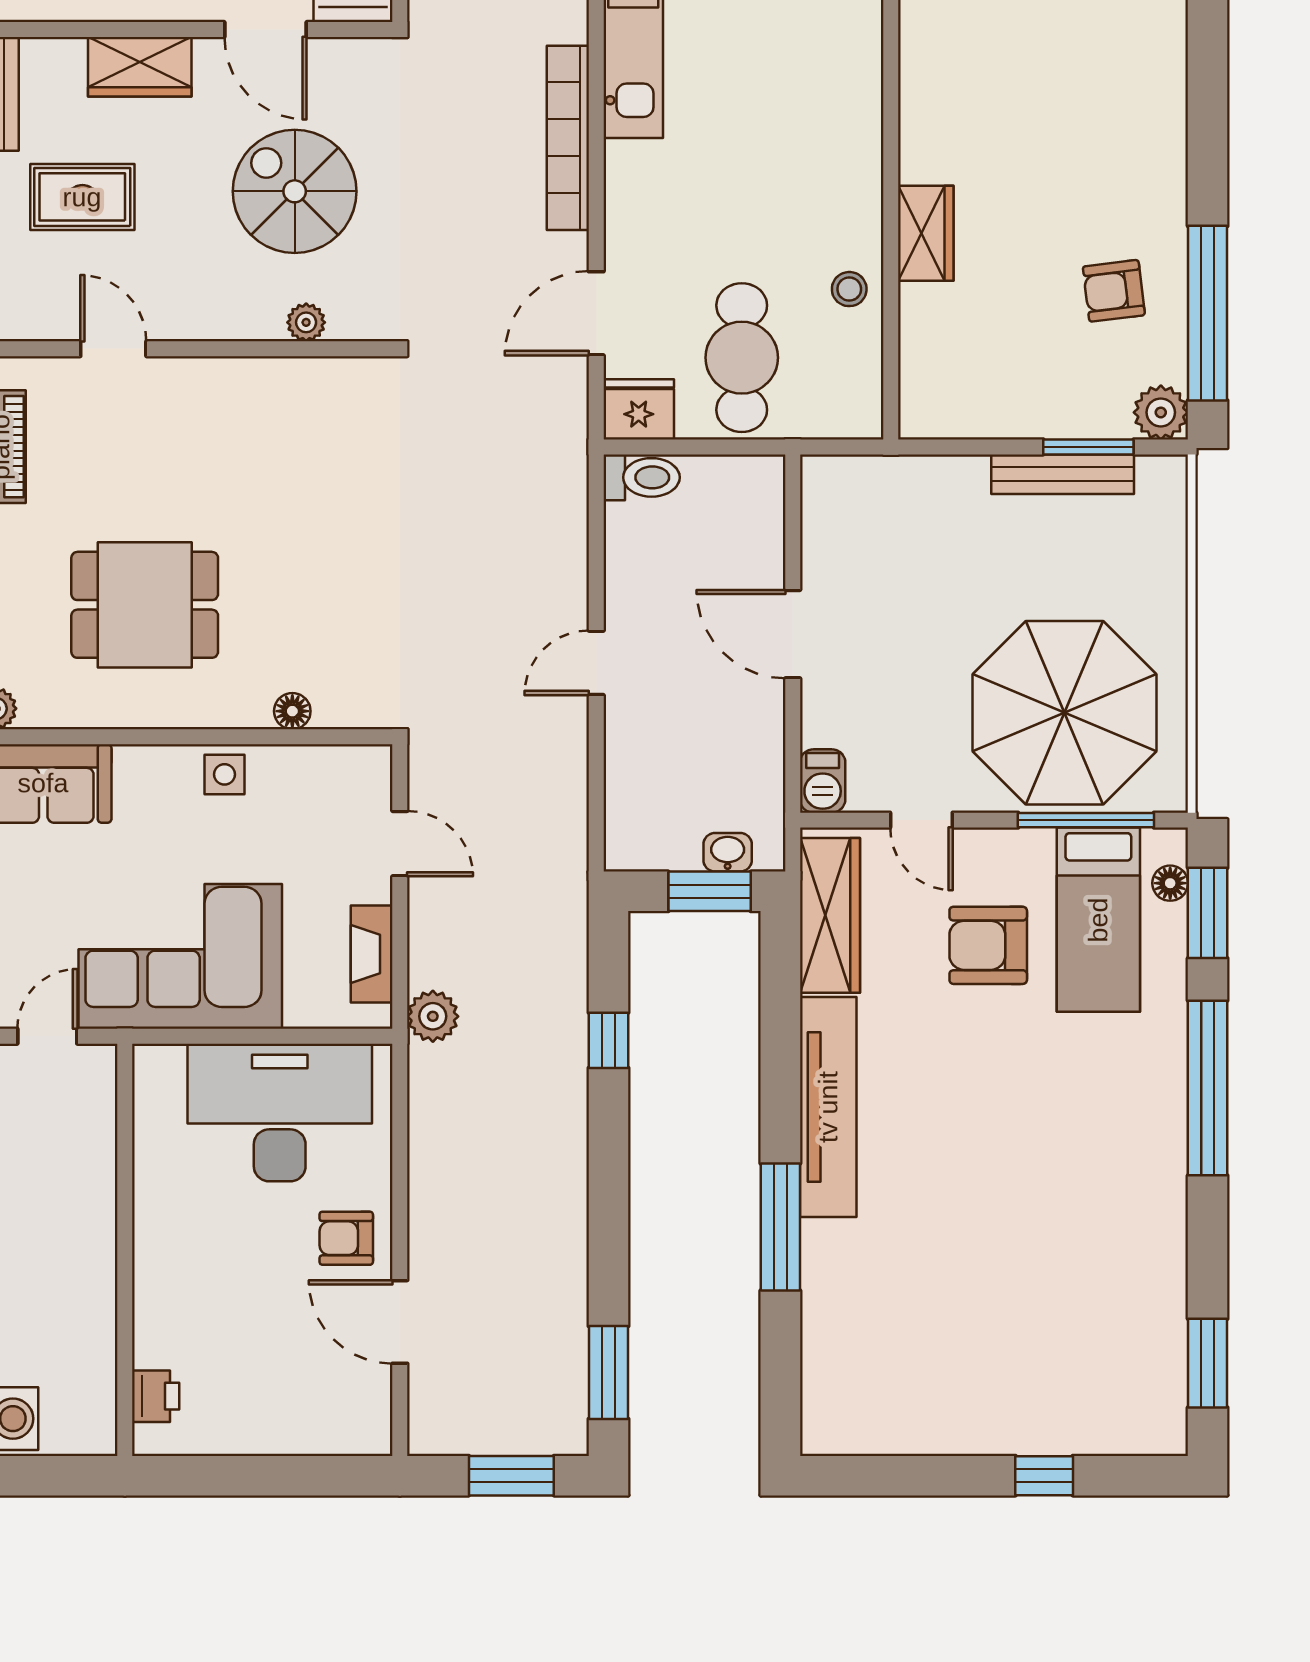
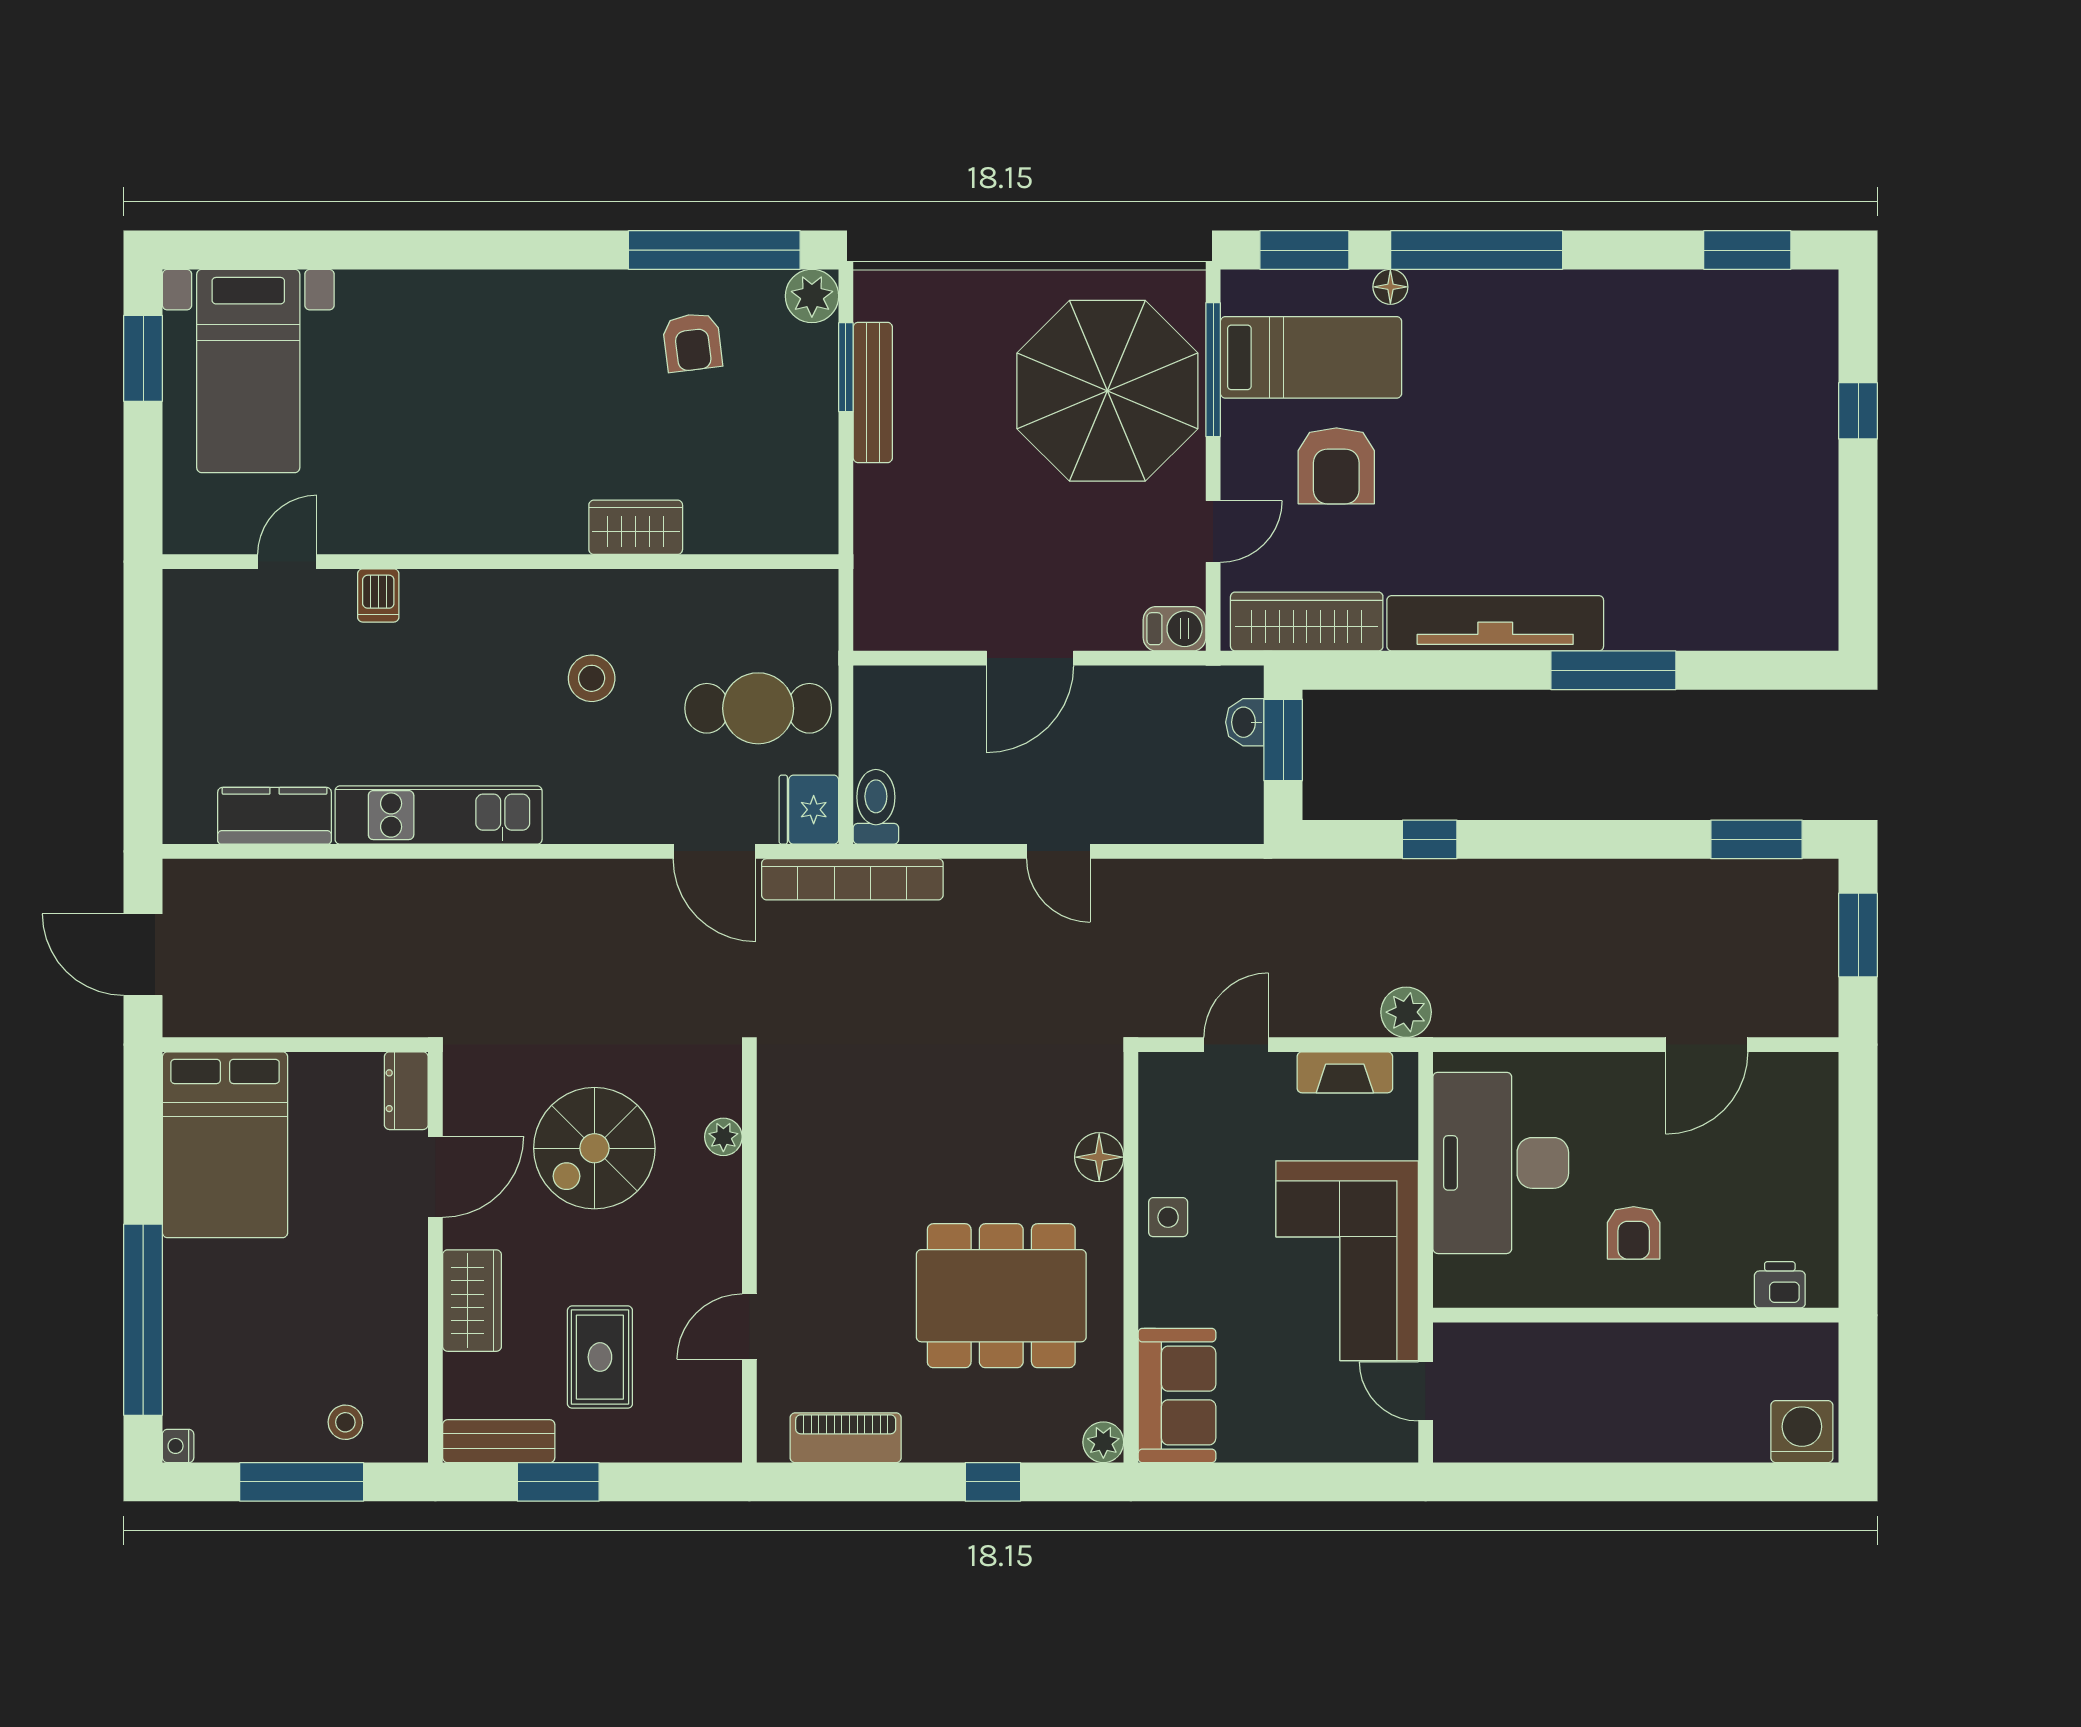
bookcase: (568, 138) -> (852, 879), moved
stool: (849, 289) -> (592, 678), moved, width x1.37, depth x1.37
dining table: (145, 605) -> (1001, 1296), width x1.38
floor lamp: (292, 711) -> (1099, 1157), width x1.37, depth x1.37
floor lamp: (1170, 883) -> (1390, 287), moved
armchair: (346, 1238) -> (1634, 1233), moved

